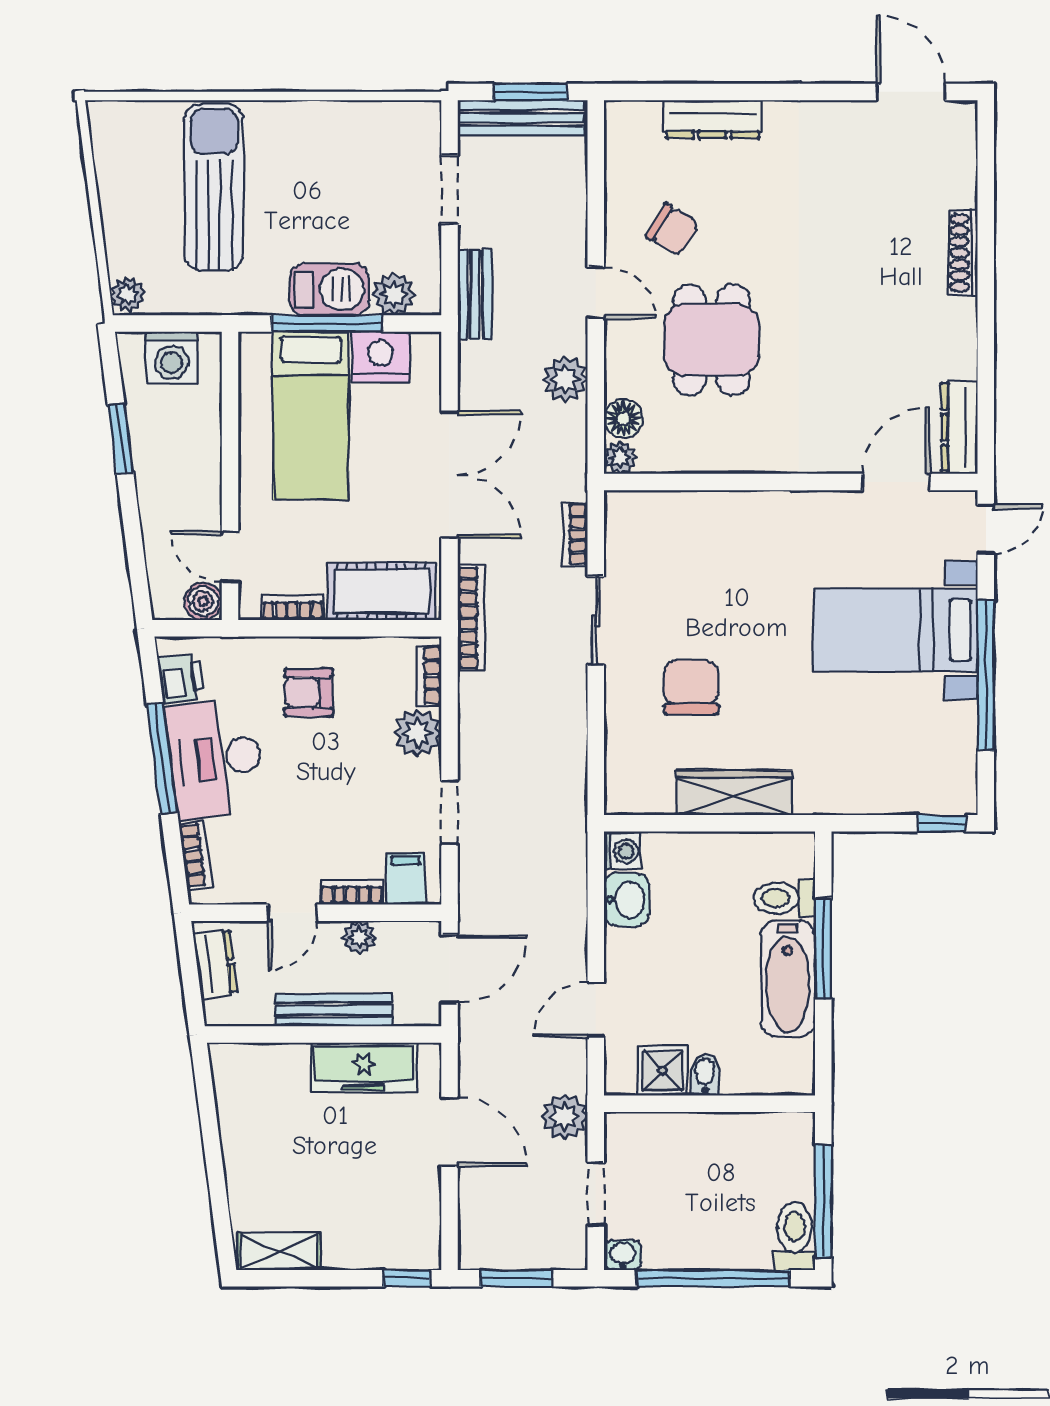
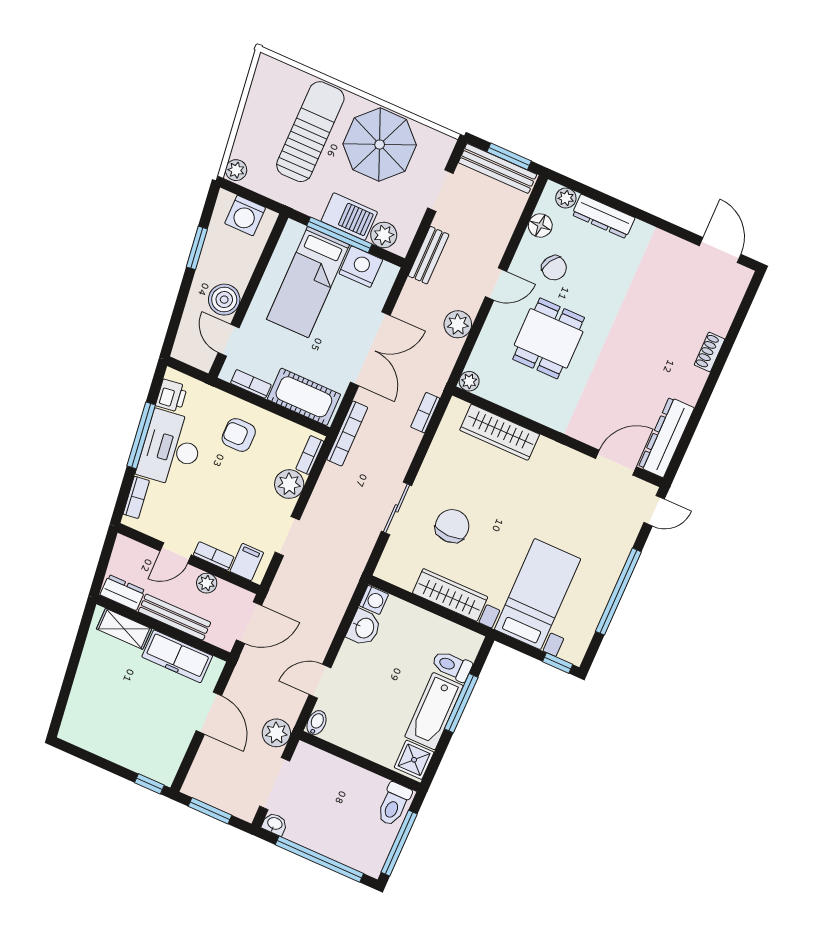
plant: (644, 117) -> (566, 198), added
parasol: (327, 160) -> (380, 145), added
shoe rack: (963, 253) -> (709, 352), width x0.70
door: (596, 293) -> (496, 284), hinge flipped
floor lamp: (623, 419) -> (540, 225), moved
dresser: (960, 427) -> (666, 437), width x1.37, depth x1.24
wardrobe: (700, 514) -> (500, 432), added
boiler: (203, 601) -> (224, 300), moved, width x1.36, depth x1.36
sliding door: (596, 621) -> (397, 508), moved
bed with nightstands: (895, 630) -> (538, 594), moved, turned 90
dresser: (215, 964) -> (123, 593), moved, turned -83
shower: (662, 1070) -> (414, 760), moved
bidet: (705, 1075) -> (316, 723), moved
doorway: (596, 1194) -> (275, 784), width x1.38
toilet: (795, 1236) -> (394, 804), moved, turned 180
shelving: (279, 1251) -> (124, 629), moved

